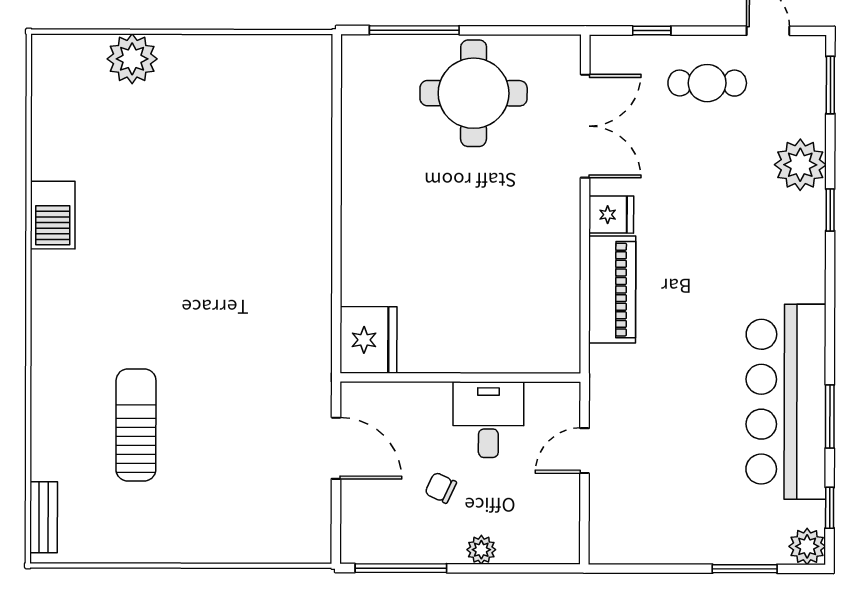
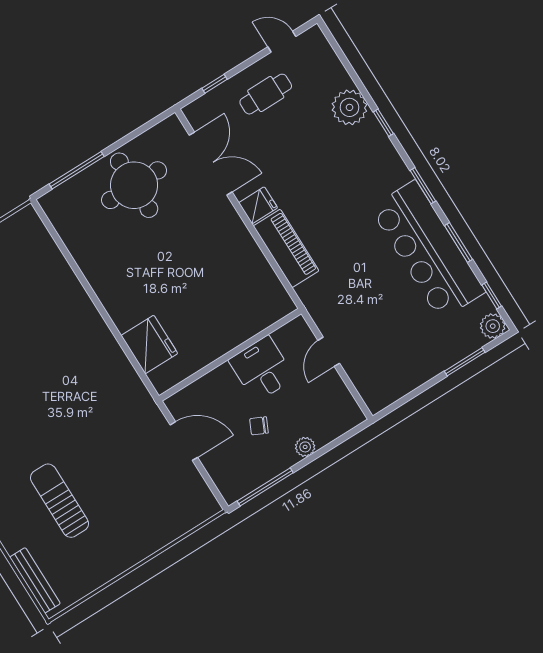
window: (830, 85) -> (423, 186), moved
fridge: (369, 340) -> (149, 344), moved
bench: (44, 517) -> (35, 580), width x1.36

